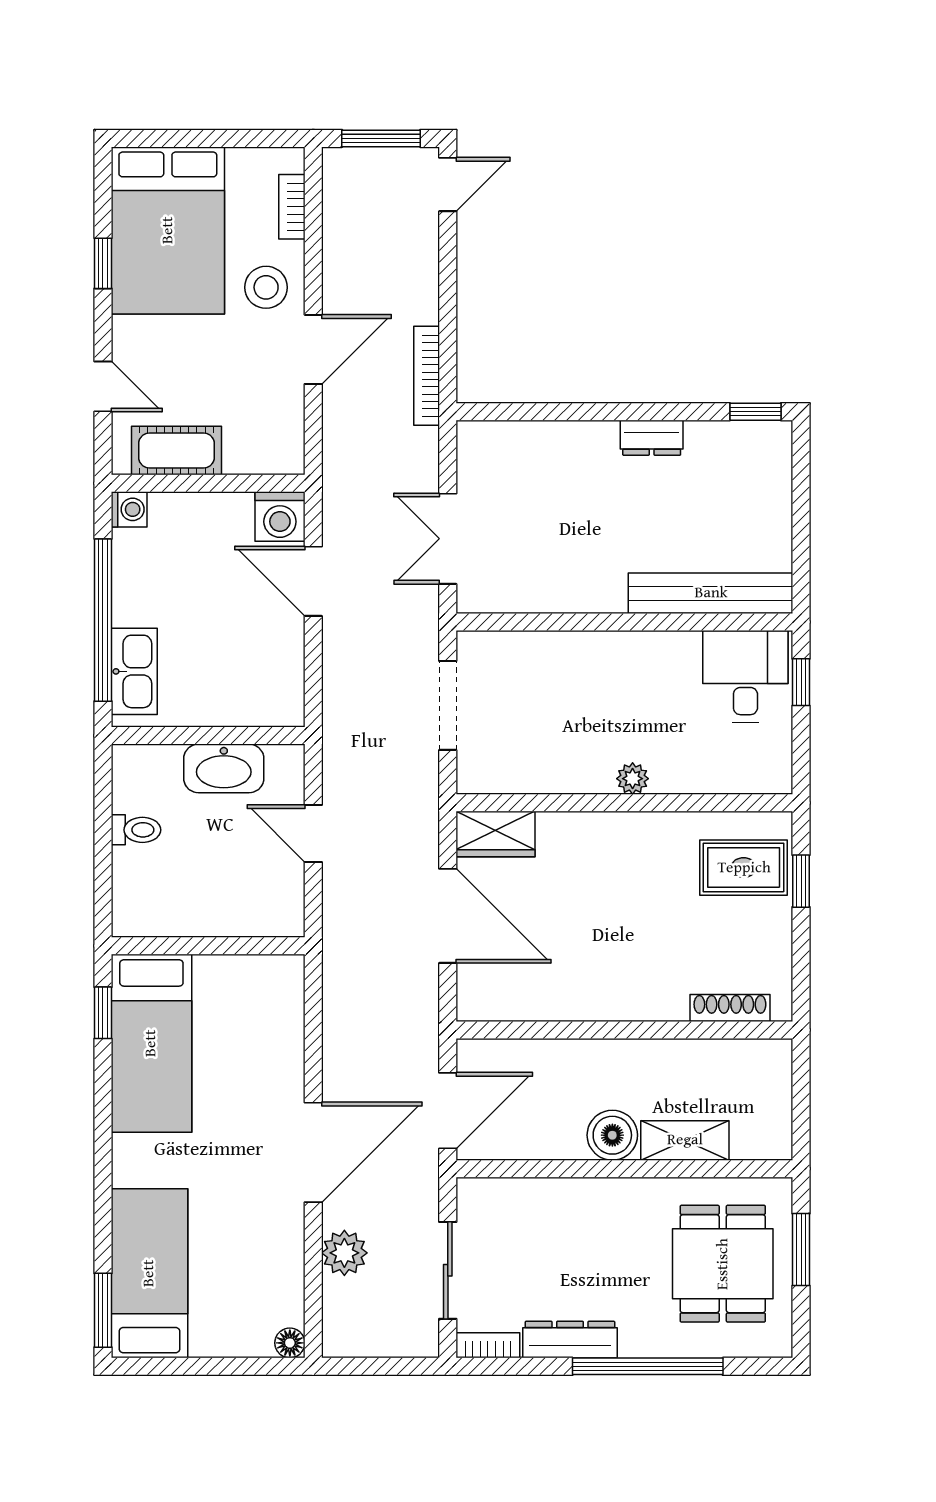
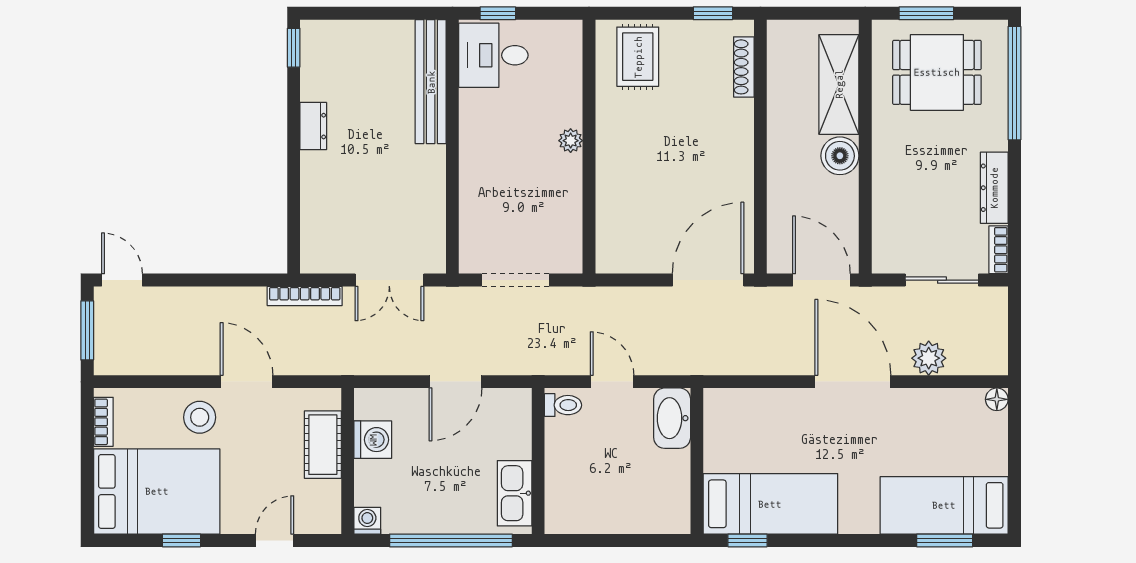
bookcase: (292, 207) -> (103, 422), moved, turned -90
bookcase: (427, 376) -> (305, 296), moved
cot: (176, 450) -> (323, 445), moved
washing machine: (280, 517) -> (373, 440), moved
door: (313, 581) -> (455, 382), moved
kitchen sink: (134, 671) -> (515, 493), moved, turned -90
washbasin: (224, 768) -> (672, 418), moved, turned 180
toilet: (136, 830) -> (563, 405), moved, turned 90
door: (313, 834) -> (612, 382), swing flipped
wardrobe: (496, 834) -> (613, 244), removed
window: (801, 881) -> (713, 13), moved
door: (448, 916) -> (708, 280), moved
shelving: (685, 1140) -> (839, 84), width x1.50, depth x1.33
window: (103, 1310) -> (945, 540), moved
window: (648, 1366) -> (1014, 83), moved

